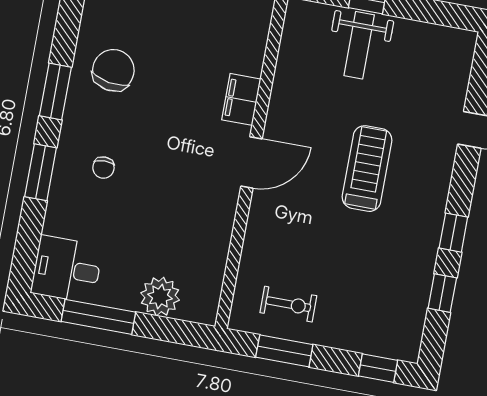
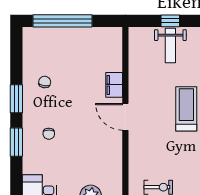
chair: (113, 70) -> (45, 82), width x0.54, depth x0.54
door: (251, 162) -> (125, 117), swing flipped

